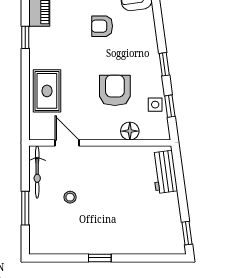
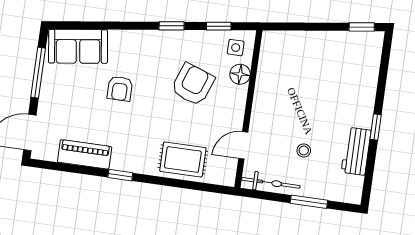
armchair: (115, 90) -> (193, 84), turned 110
side table: (155, 105) -> (236, 48), moved
workbench: (164, 172) -> (356, 151), moved, turned 98

